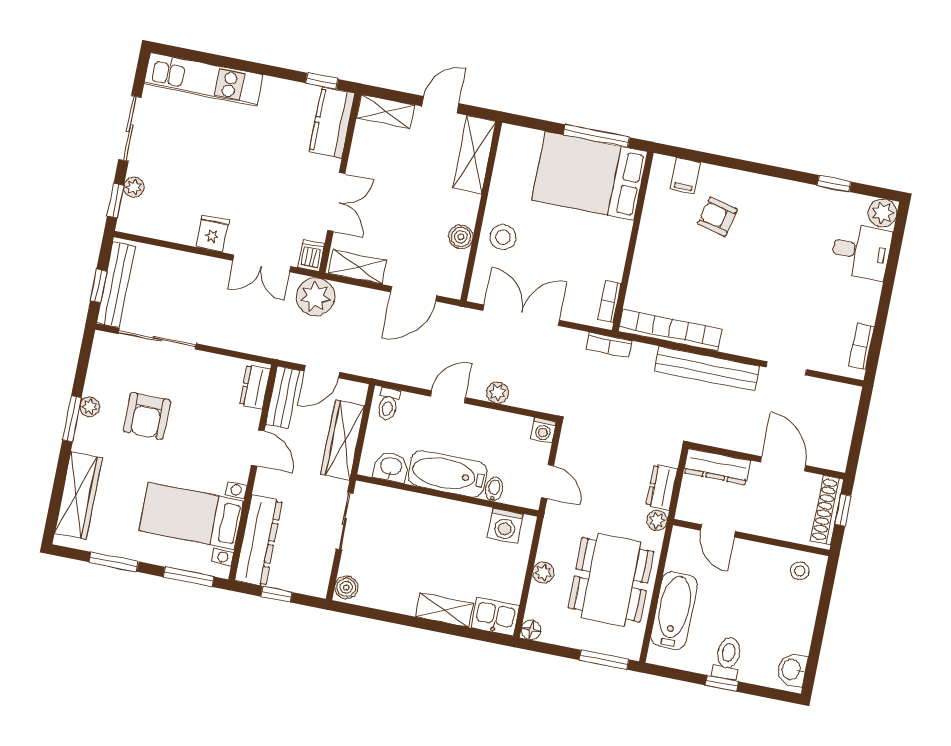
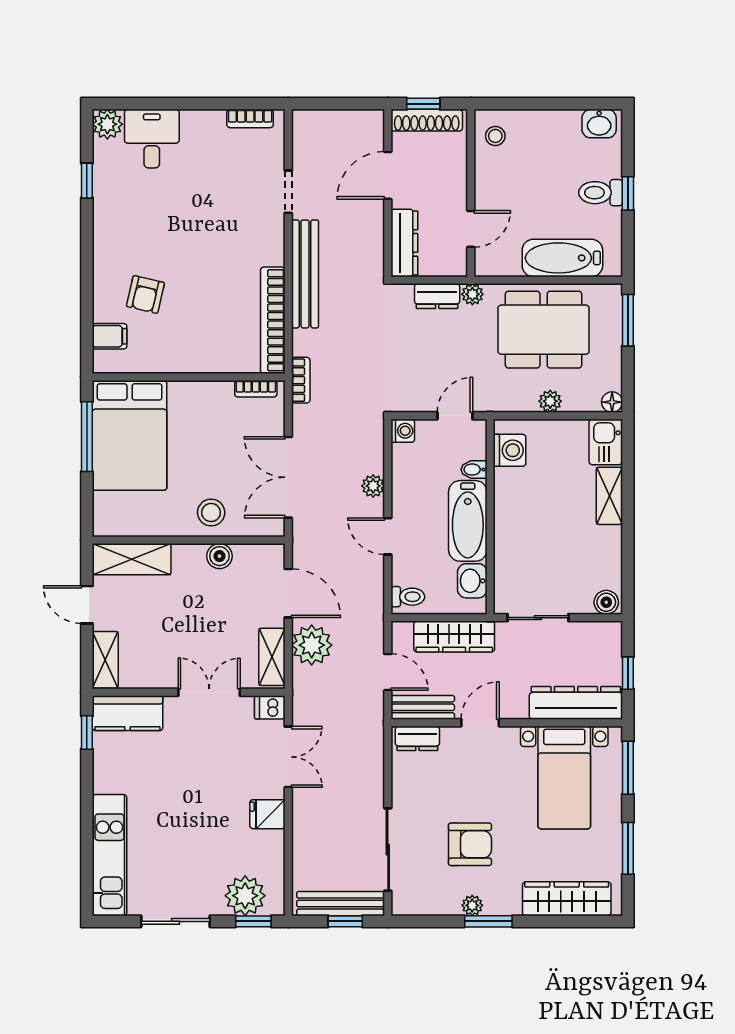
plant: (134, 187) -> (245, 896), width x1.87, depth x1.87
plant: (315, 297) -> (312, 645), moved

